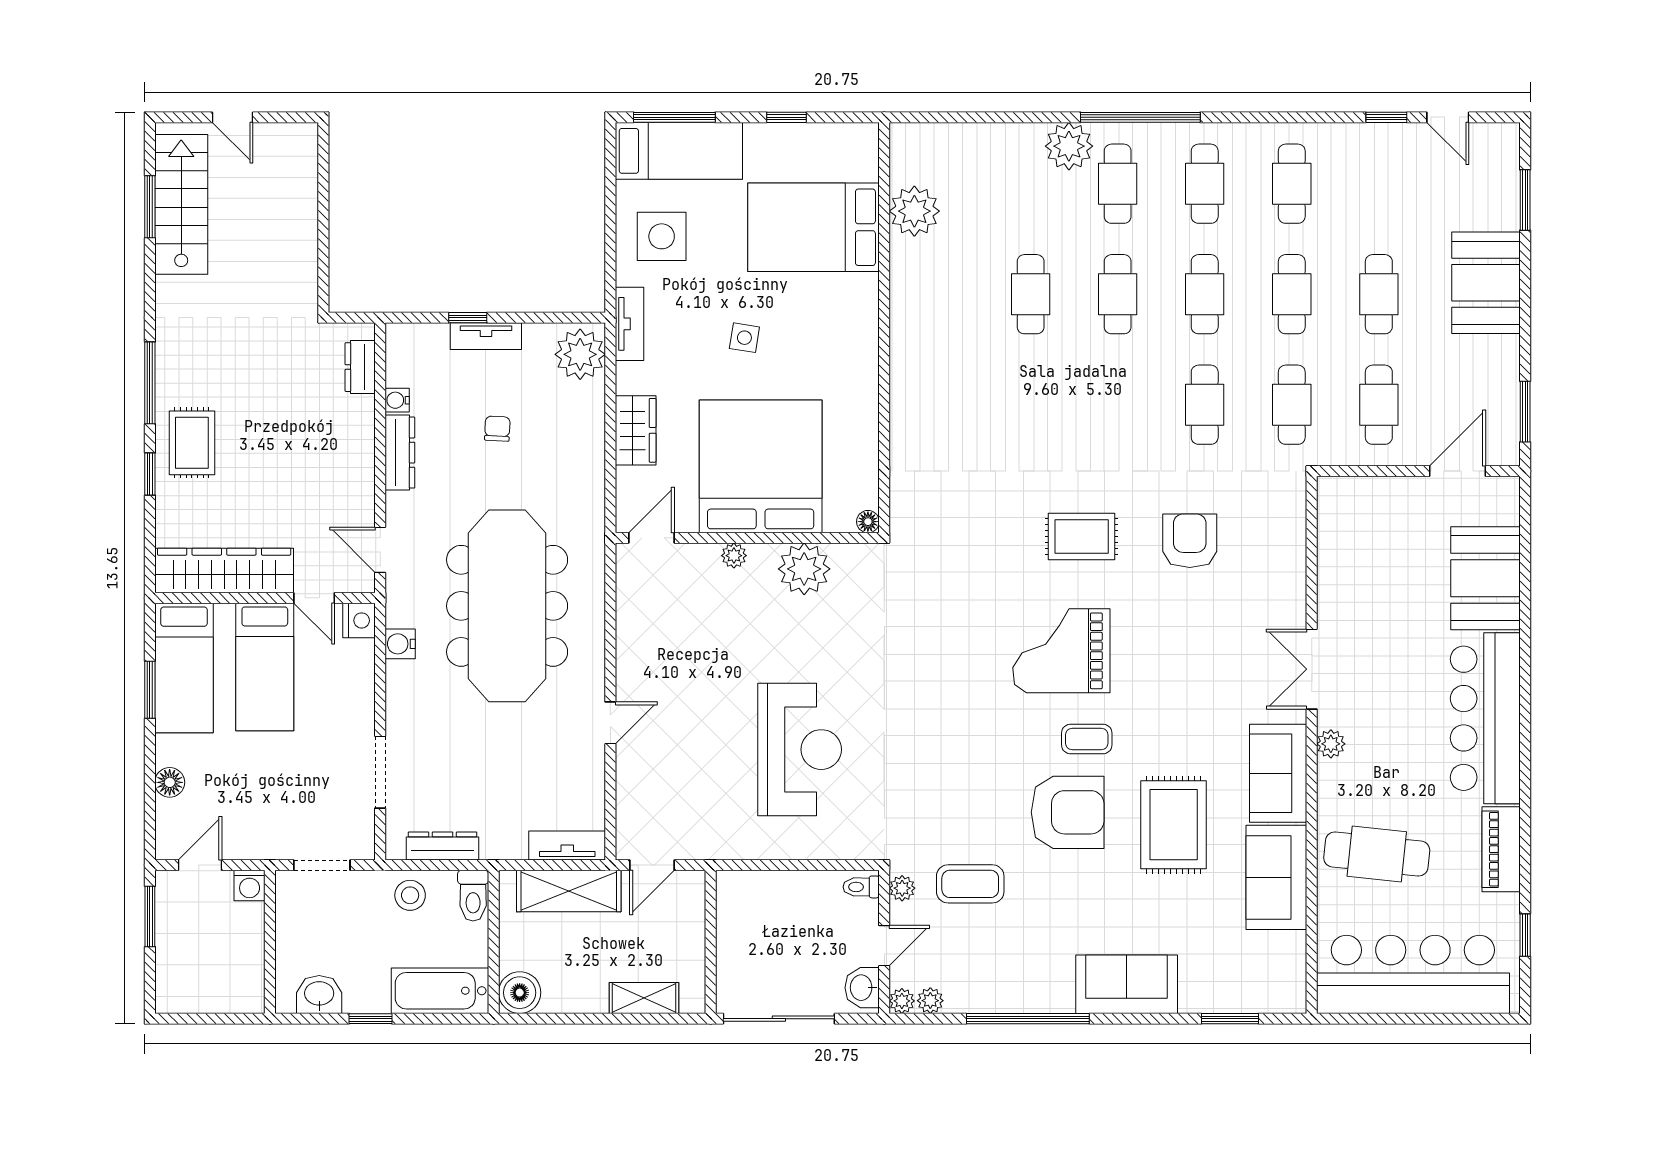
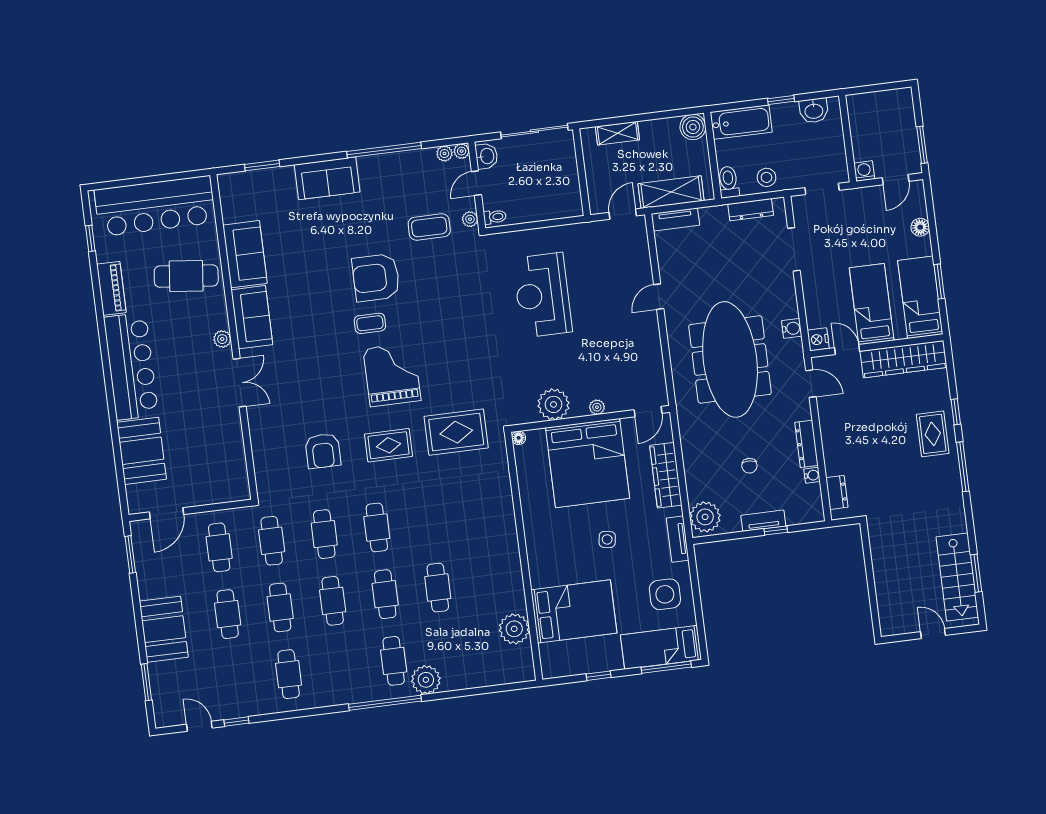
cafe table: (1205, 184) -> (377, 527), moved
wardrobe: (636, 430) -> (666, 475), width x1.50
grand piano: (1061, 651) -> (392, 375), turned -90
rug: (1174, 825) -> (456, 432), moved, turned 90

